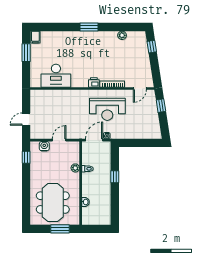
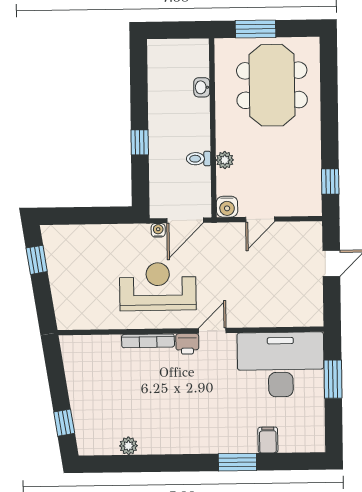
window: (89, 27) -> (237, 462), moved
filing cabinet: (35, 37) -> (268, 440), moved
window: (26, 53) -> (333, 379), moved
desk: (56, 76) -> (281, 365), width x1.36, depth x1.30
door: (140, 88) -> (212, 331), moved
window: (161, 106) -> (37, 260), moved
water cooler: (44, 146) -> (227, 207), moved

